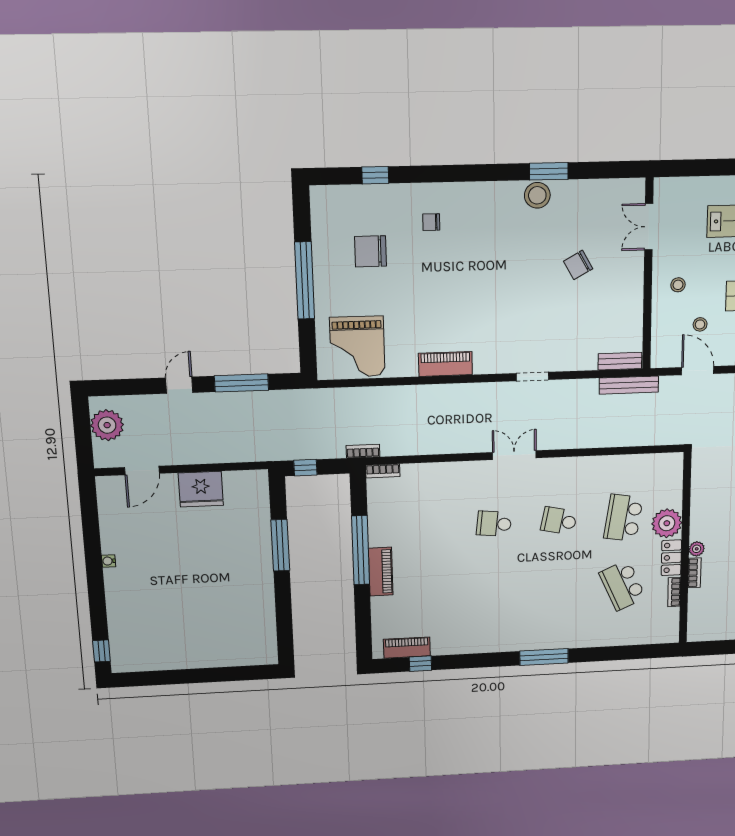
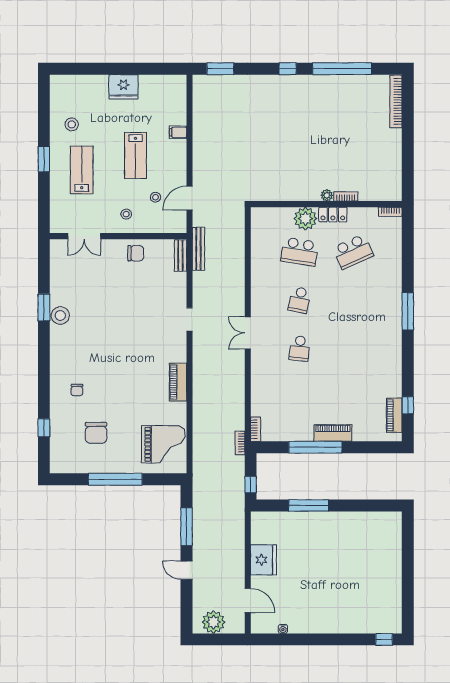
chair: (578, 265) -> (136, 253), moved, turned -61
water cooler: (109, 561) -> (283, 629), moved
bookcase: (674, 592) -> (390, 212), moved

